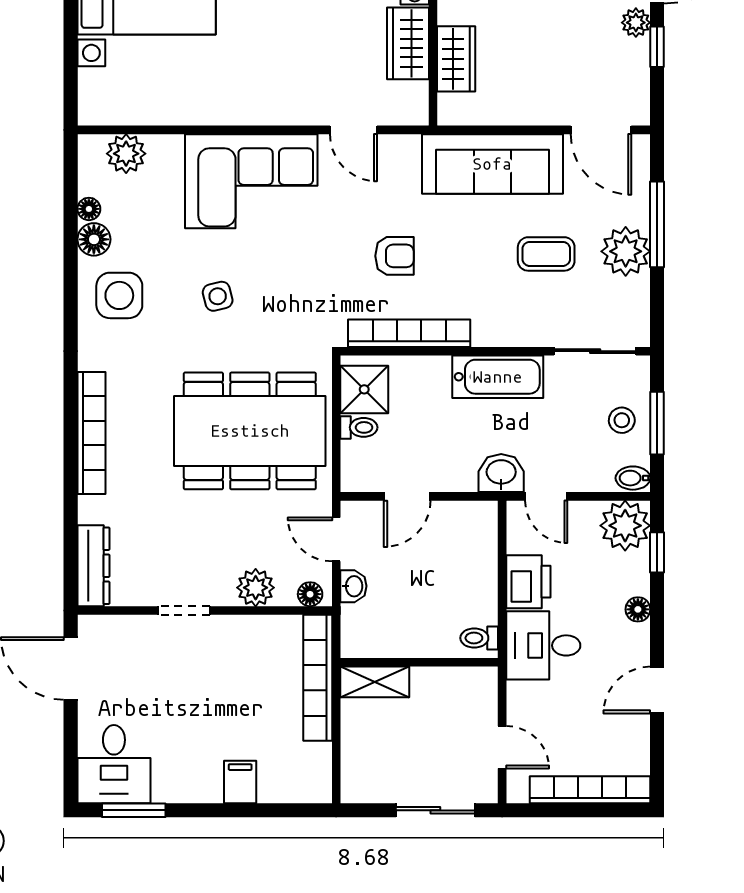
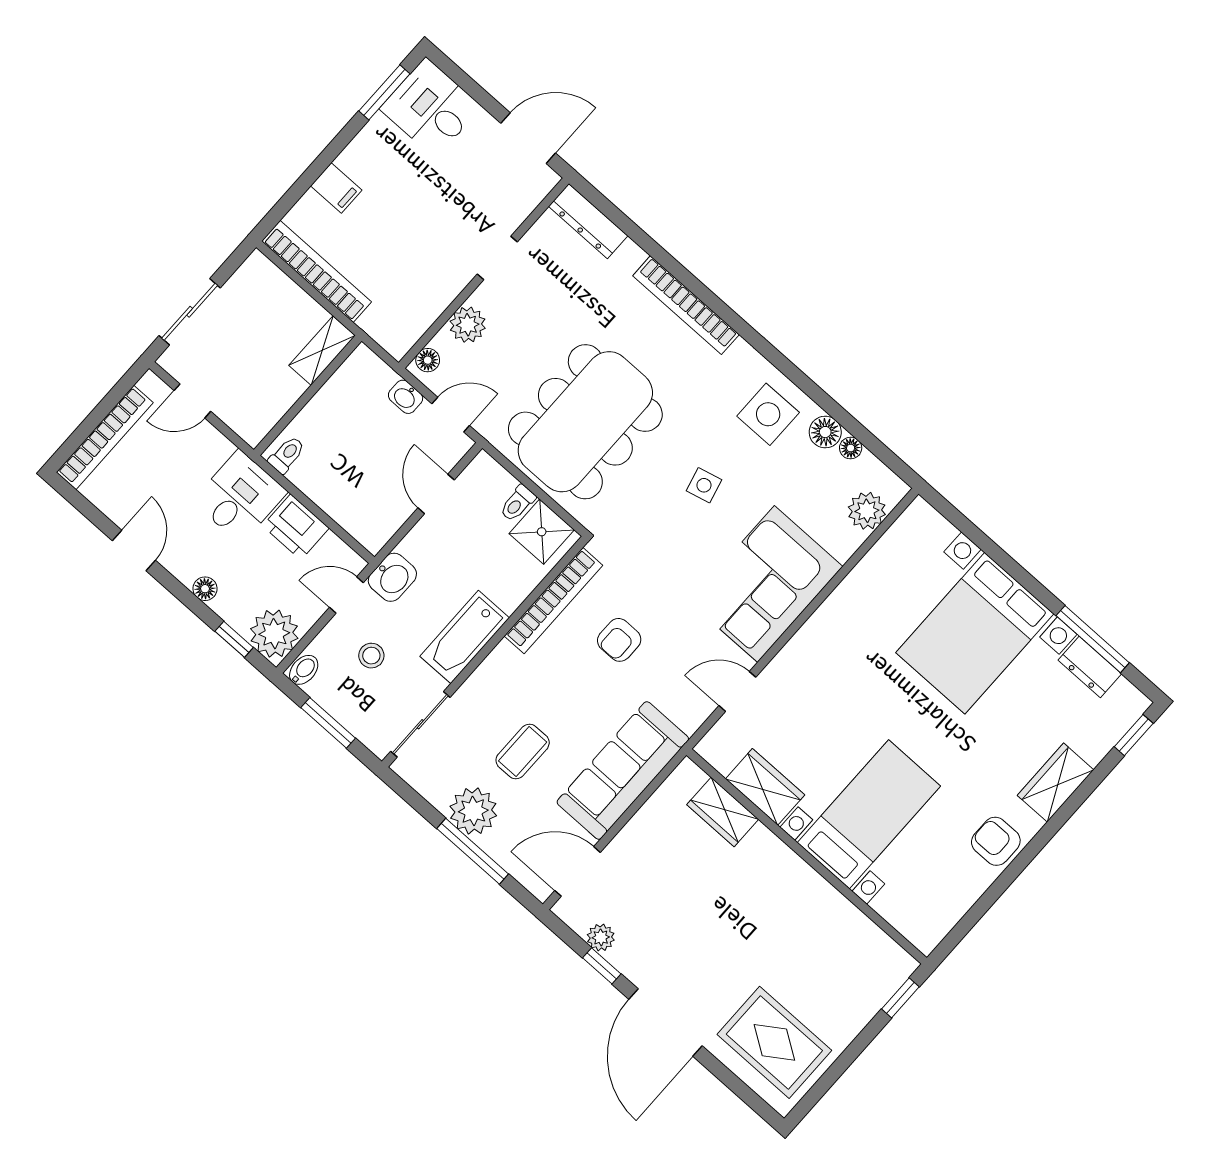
plant: (636, 23) -> (601, 937), moved
stool: (622, 420) -> (371, 656), moved
bookcase: (318, 678) -> (317, 271), moved

